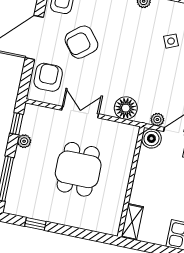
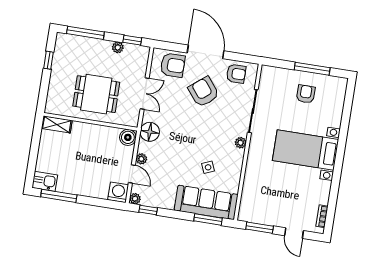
boiler: (151, 139) -> (128, 137), moved
wall: (131, 182) -> (91, 122), moved
shelving: (132, 222) -> (57, 124), moved

